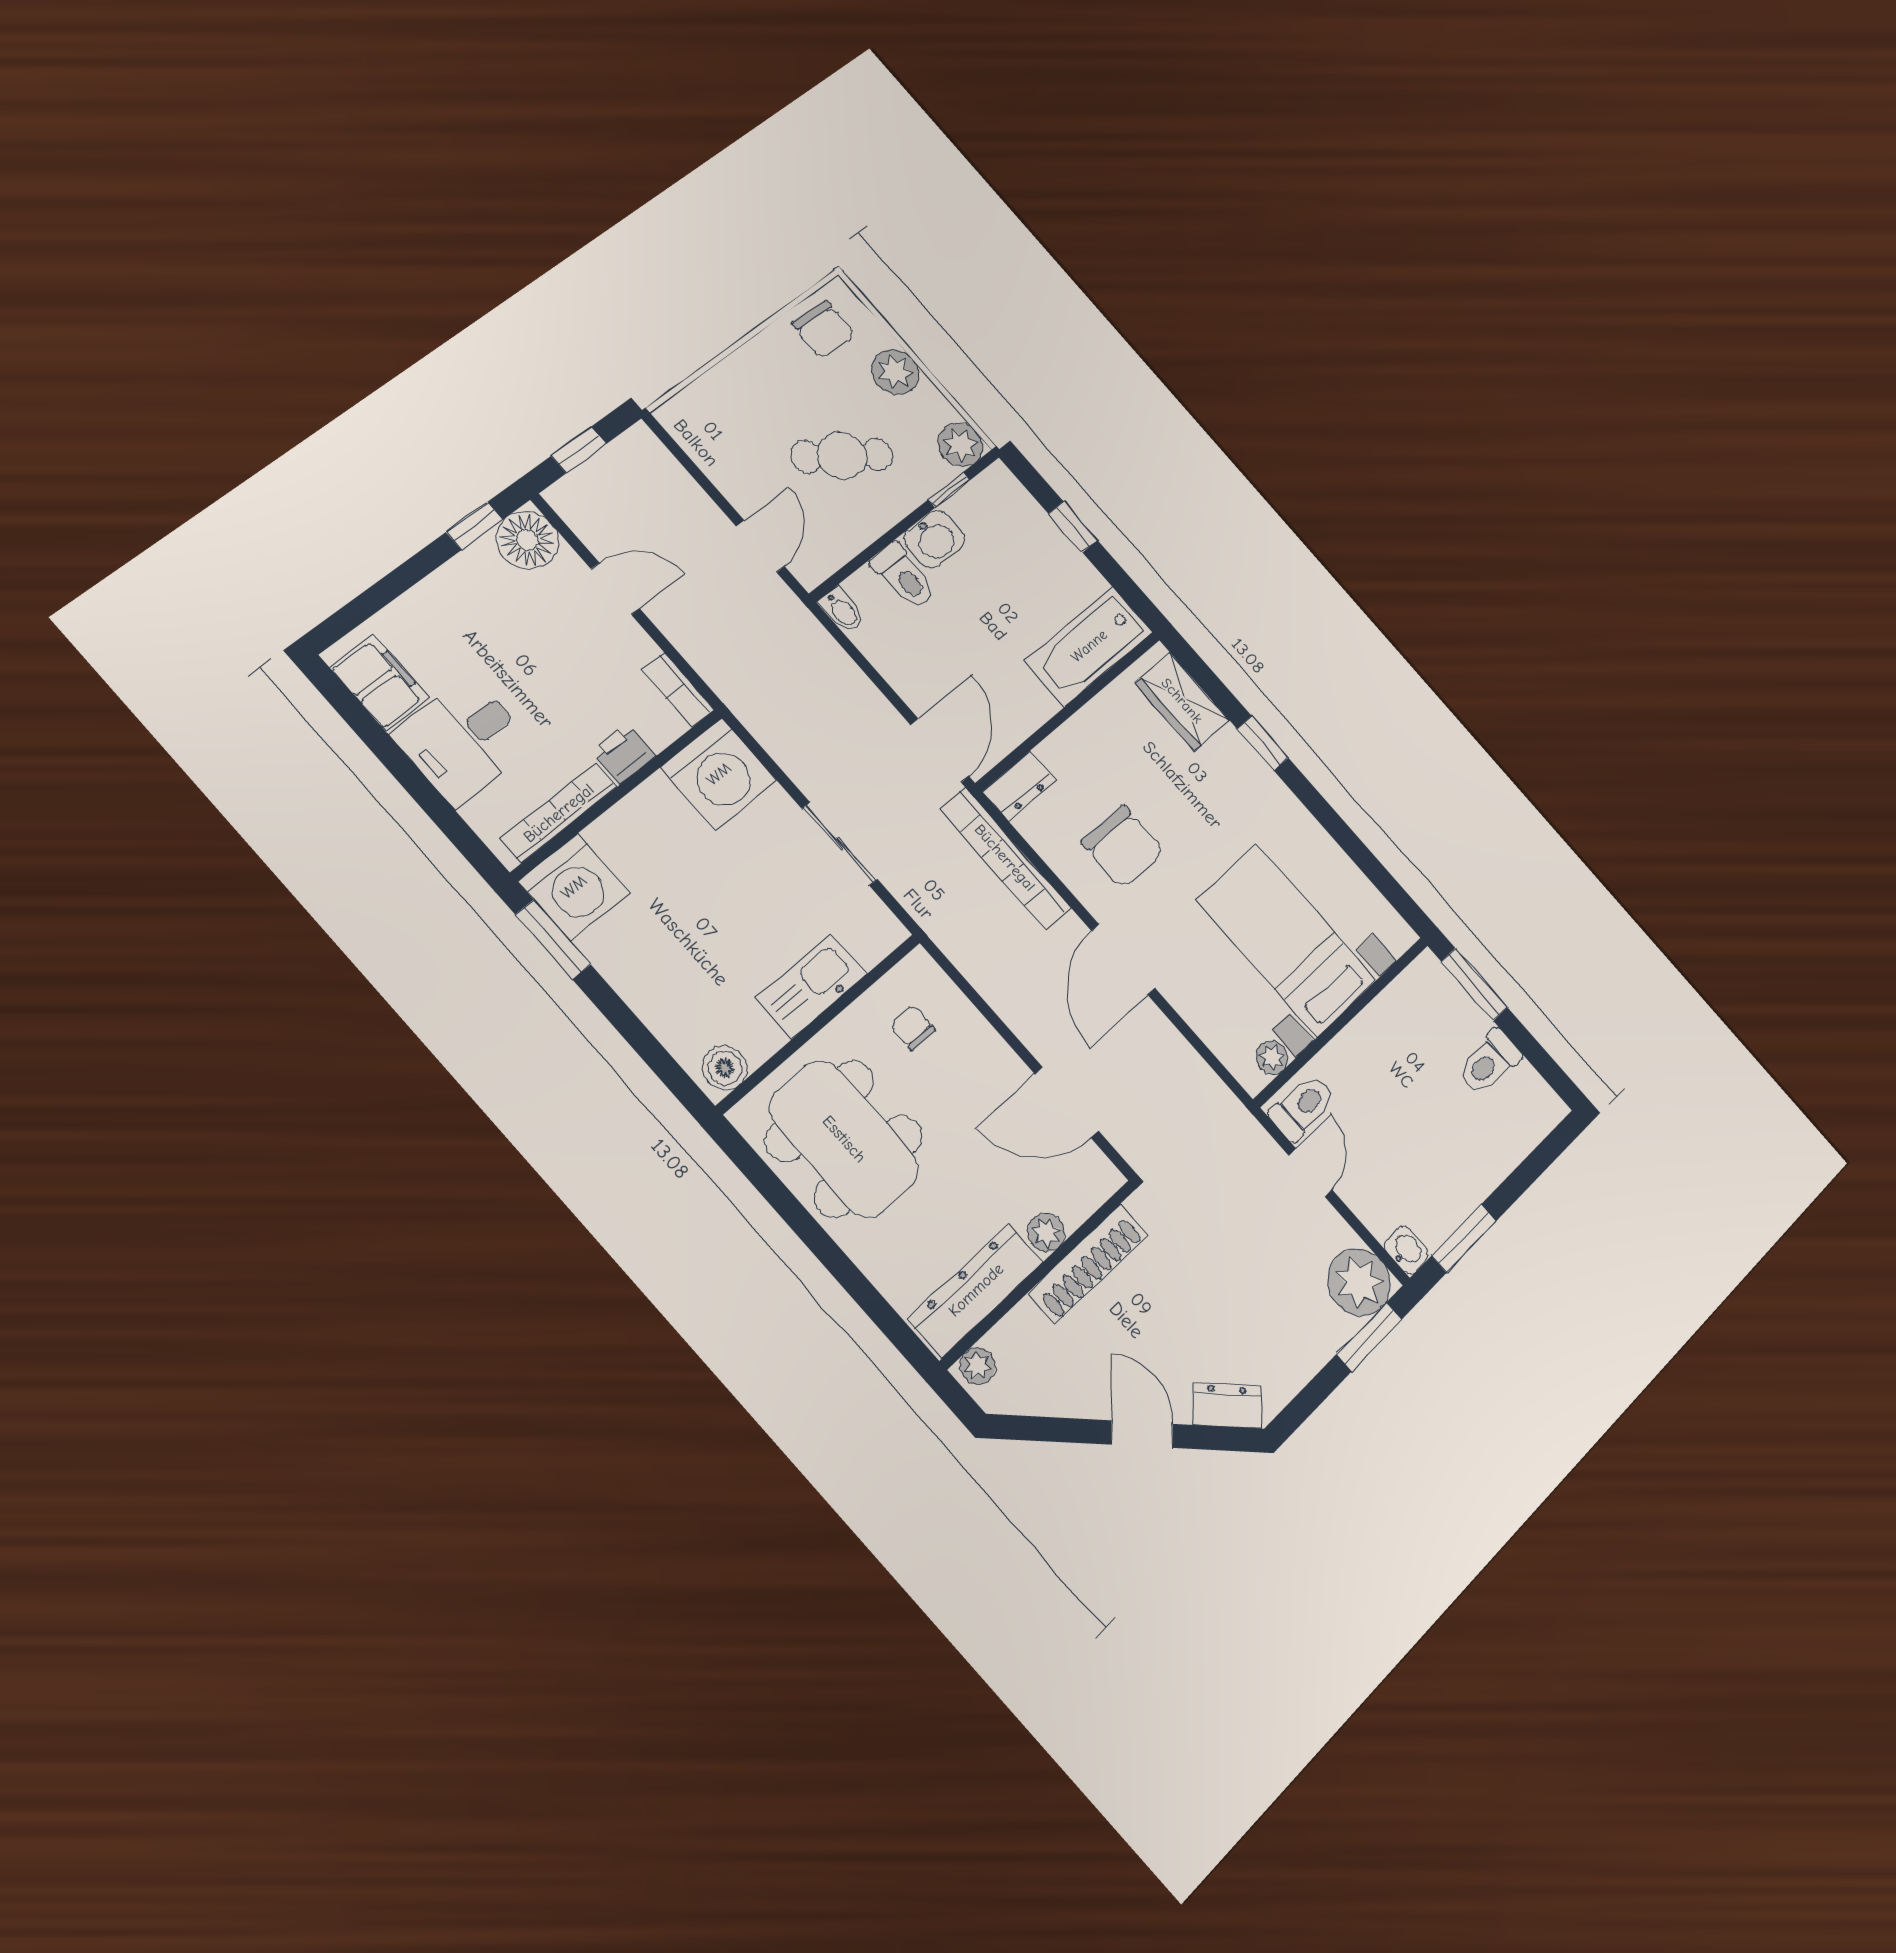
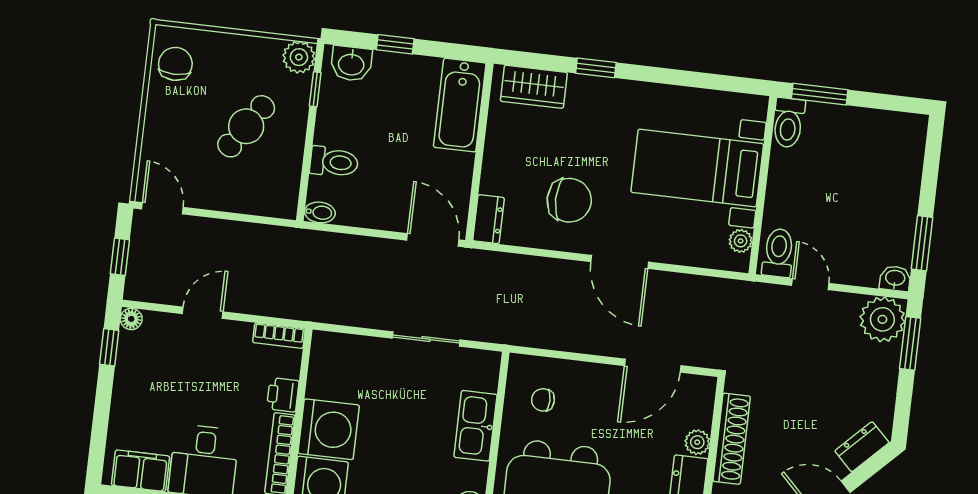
chair: (823, 329) -> (175, 64), turned -93
plant: (895, 372) -> (231, 50), removed
washbasin: (934, 539) -> (351, 64), moved, turned 90
floor lamp: (527, 540) -> (131, 319), width x0.53, depth x0.53
door: (760, 546) -> (162, 208), moved
washing machine: (719, 774) -> (329, 429), moved
bookcase: (1005, 858) -> (515, 266), removed
toilet: (1489, 1062) -> (788, 123), moved

